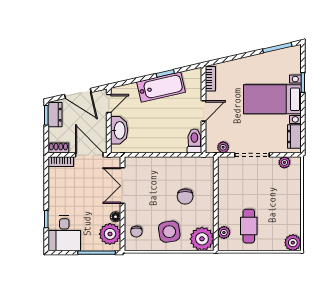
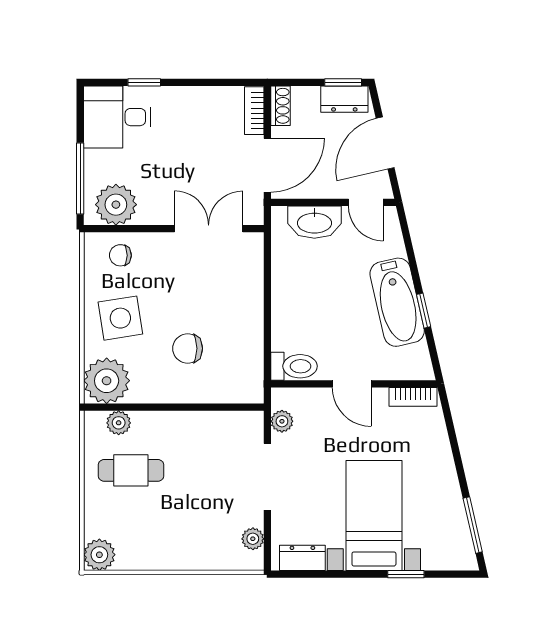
floor lamp: (116, 217) -> (149, 215), removed

